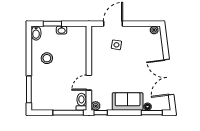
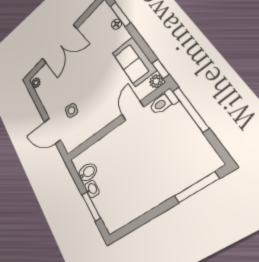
bidet: (36, 33) -> (88, 172), moved
stool: (47, 58) -> (137, 187), removed
double door: (169, 77) -> (59, 44), moved
door: (89, 83) -> (133, 111), swing flipped
sofa: (128, 102) -> (134, 62), moved

